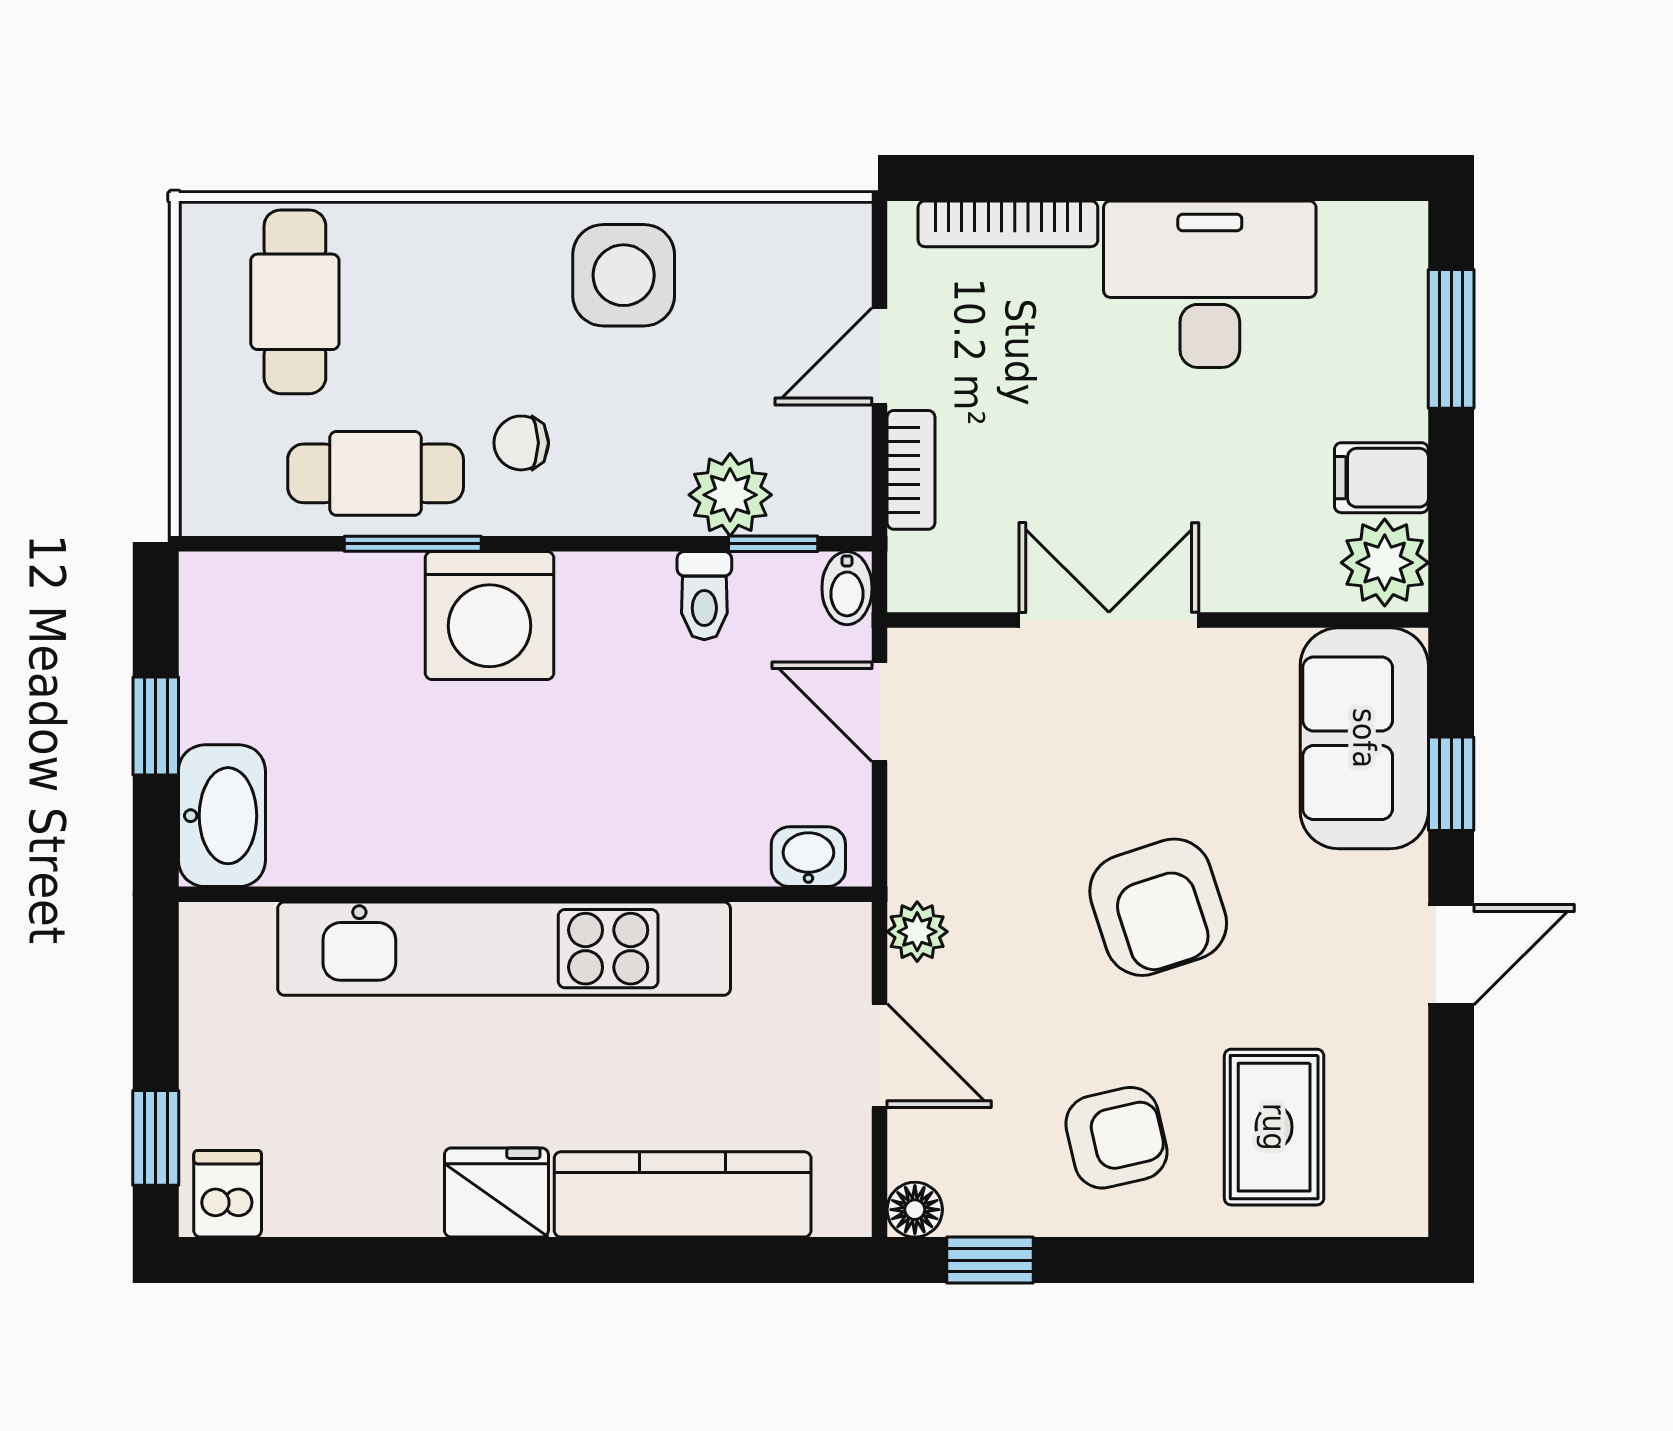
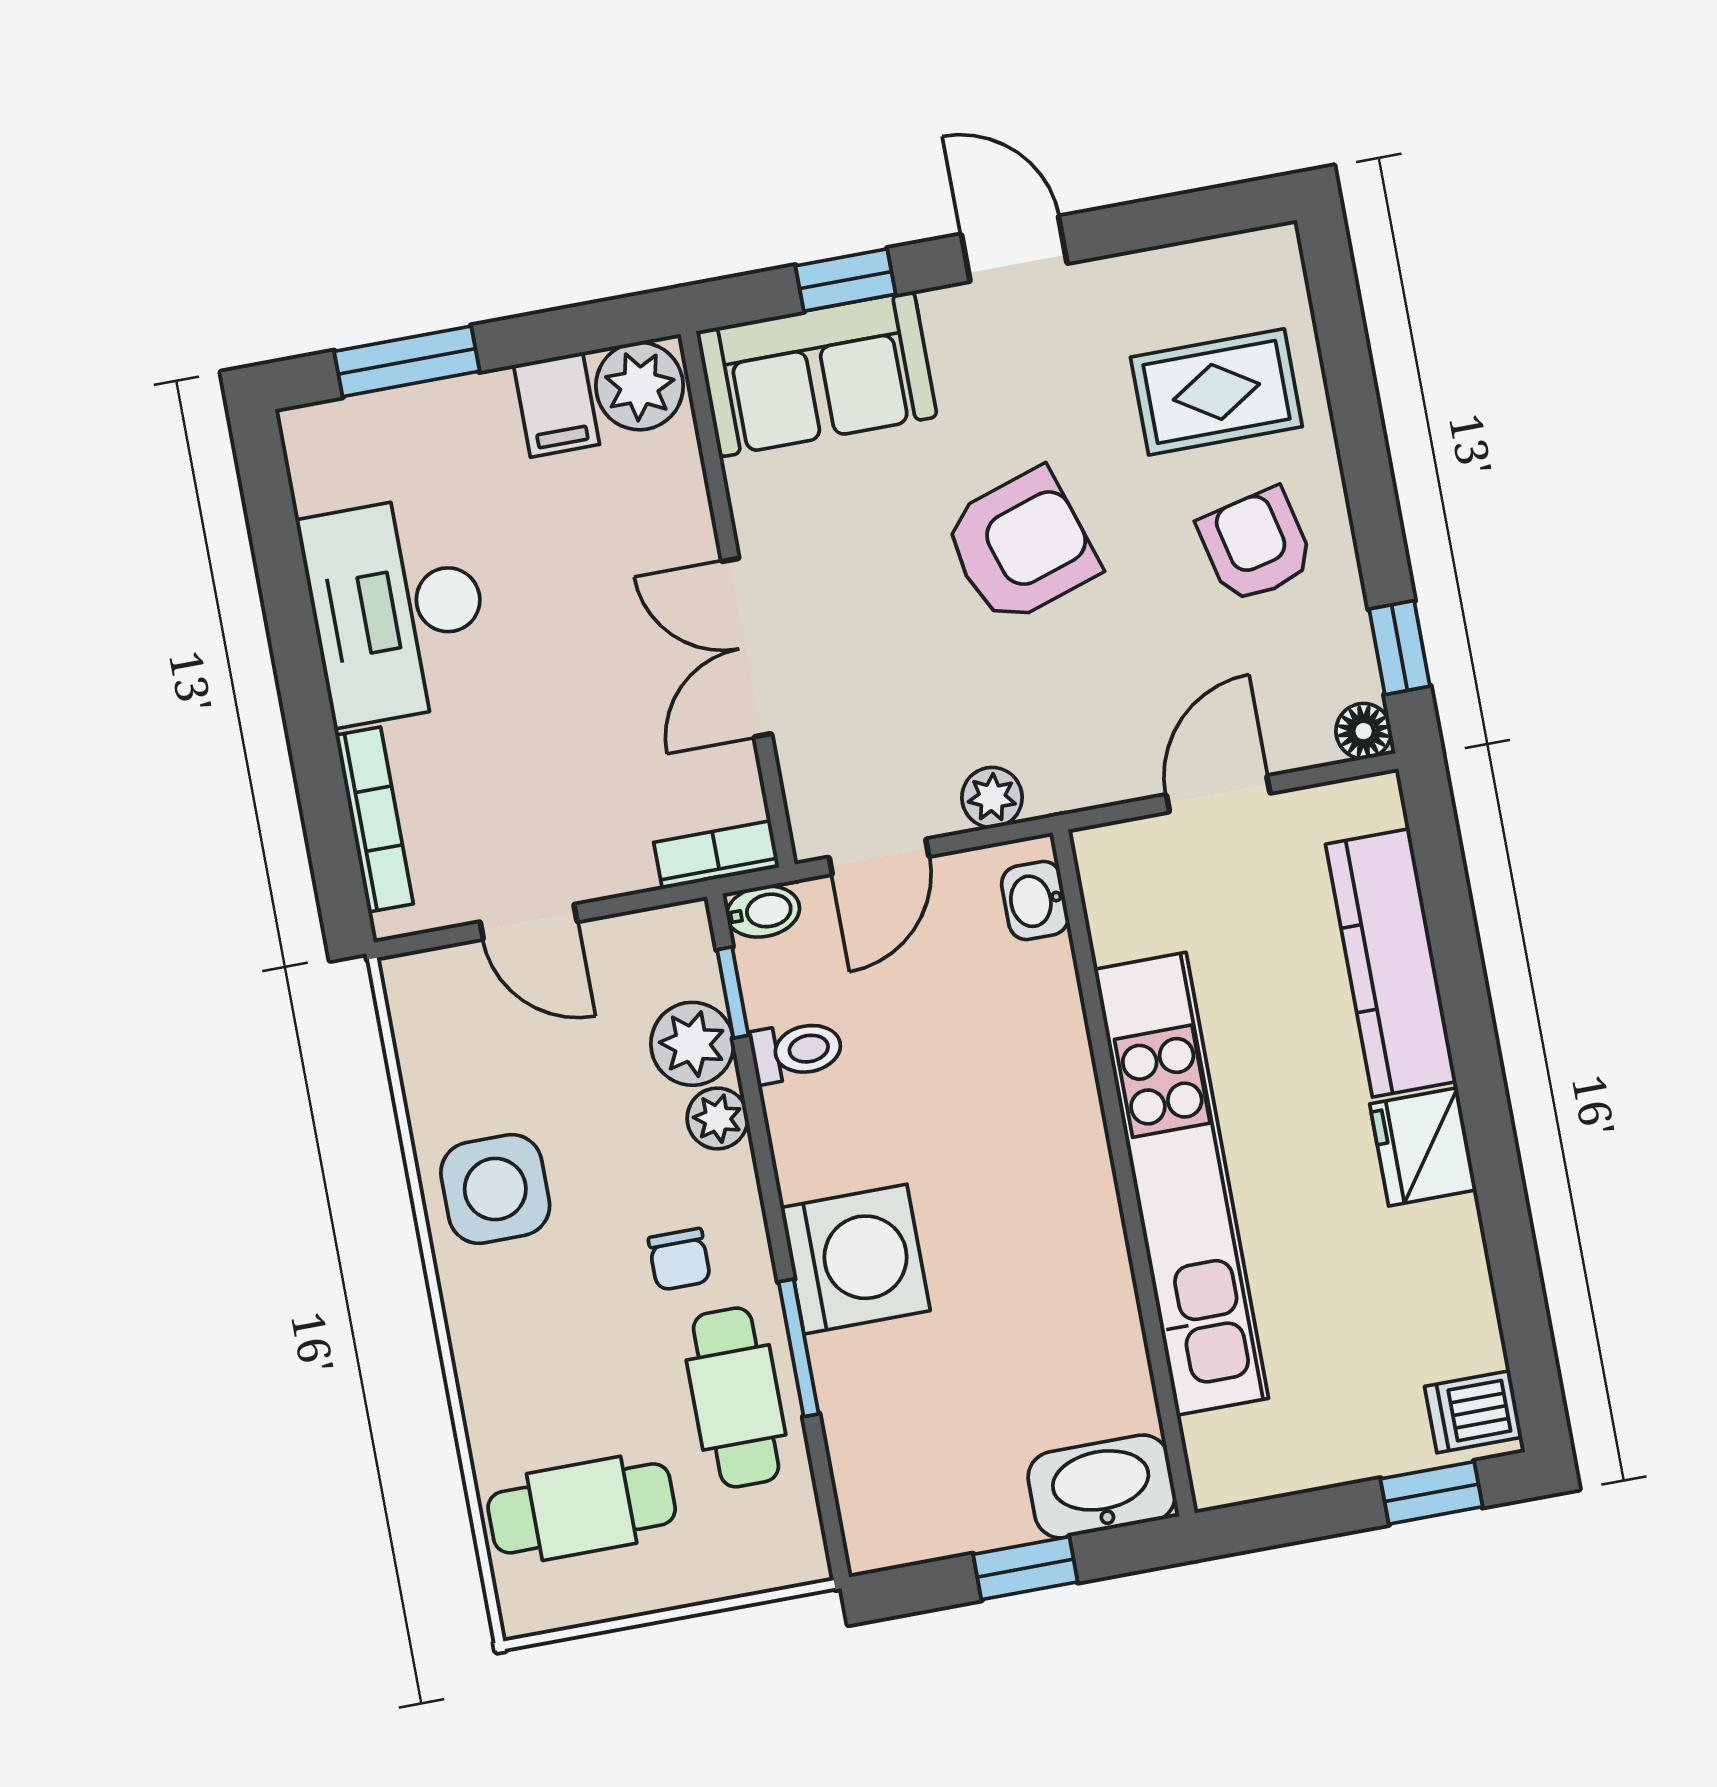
bookcase: (911, 470) -> (717, 855), moved
plant: (652, 506) -> (717, 1118), added
plant: (917, 932) -> (992, 797), moved

